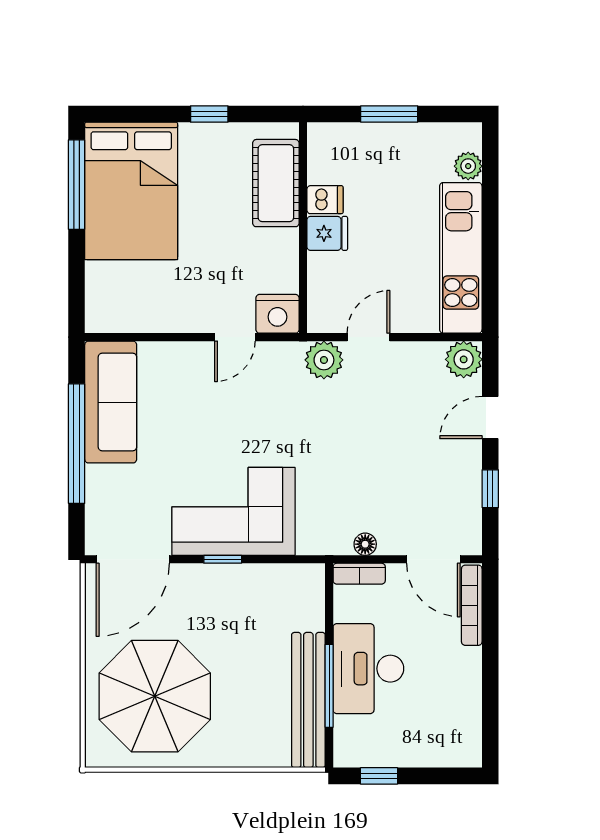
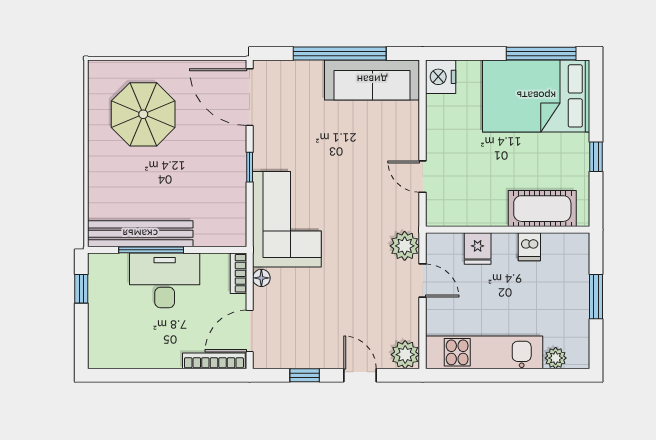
fridge: (327, 233) -> (478, 248), moved
nightstand: (277, 314) -> (441, 77), moved
corner sofa: (233, 511) -> (287, 219), moved
parasol: (155, 696) -> (143, 114), width x0.73, depth x0.73

